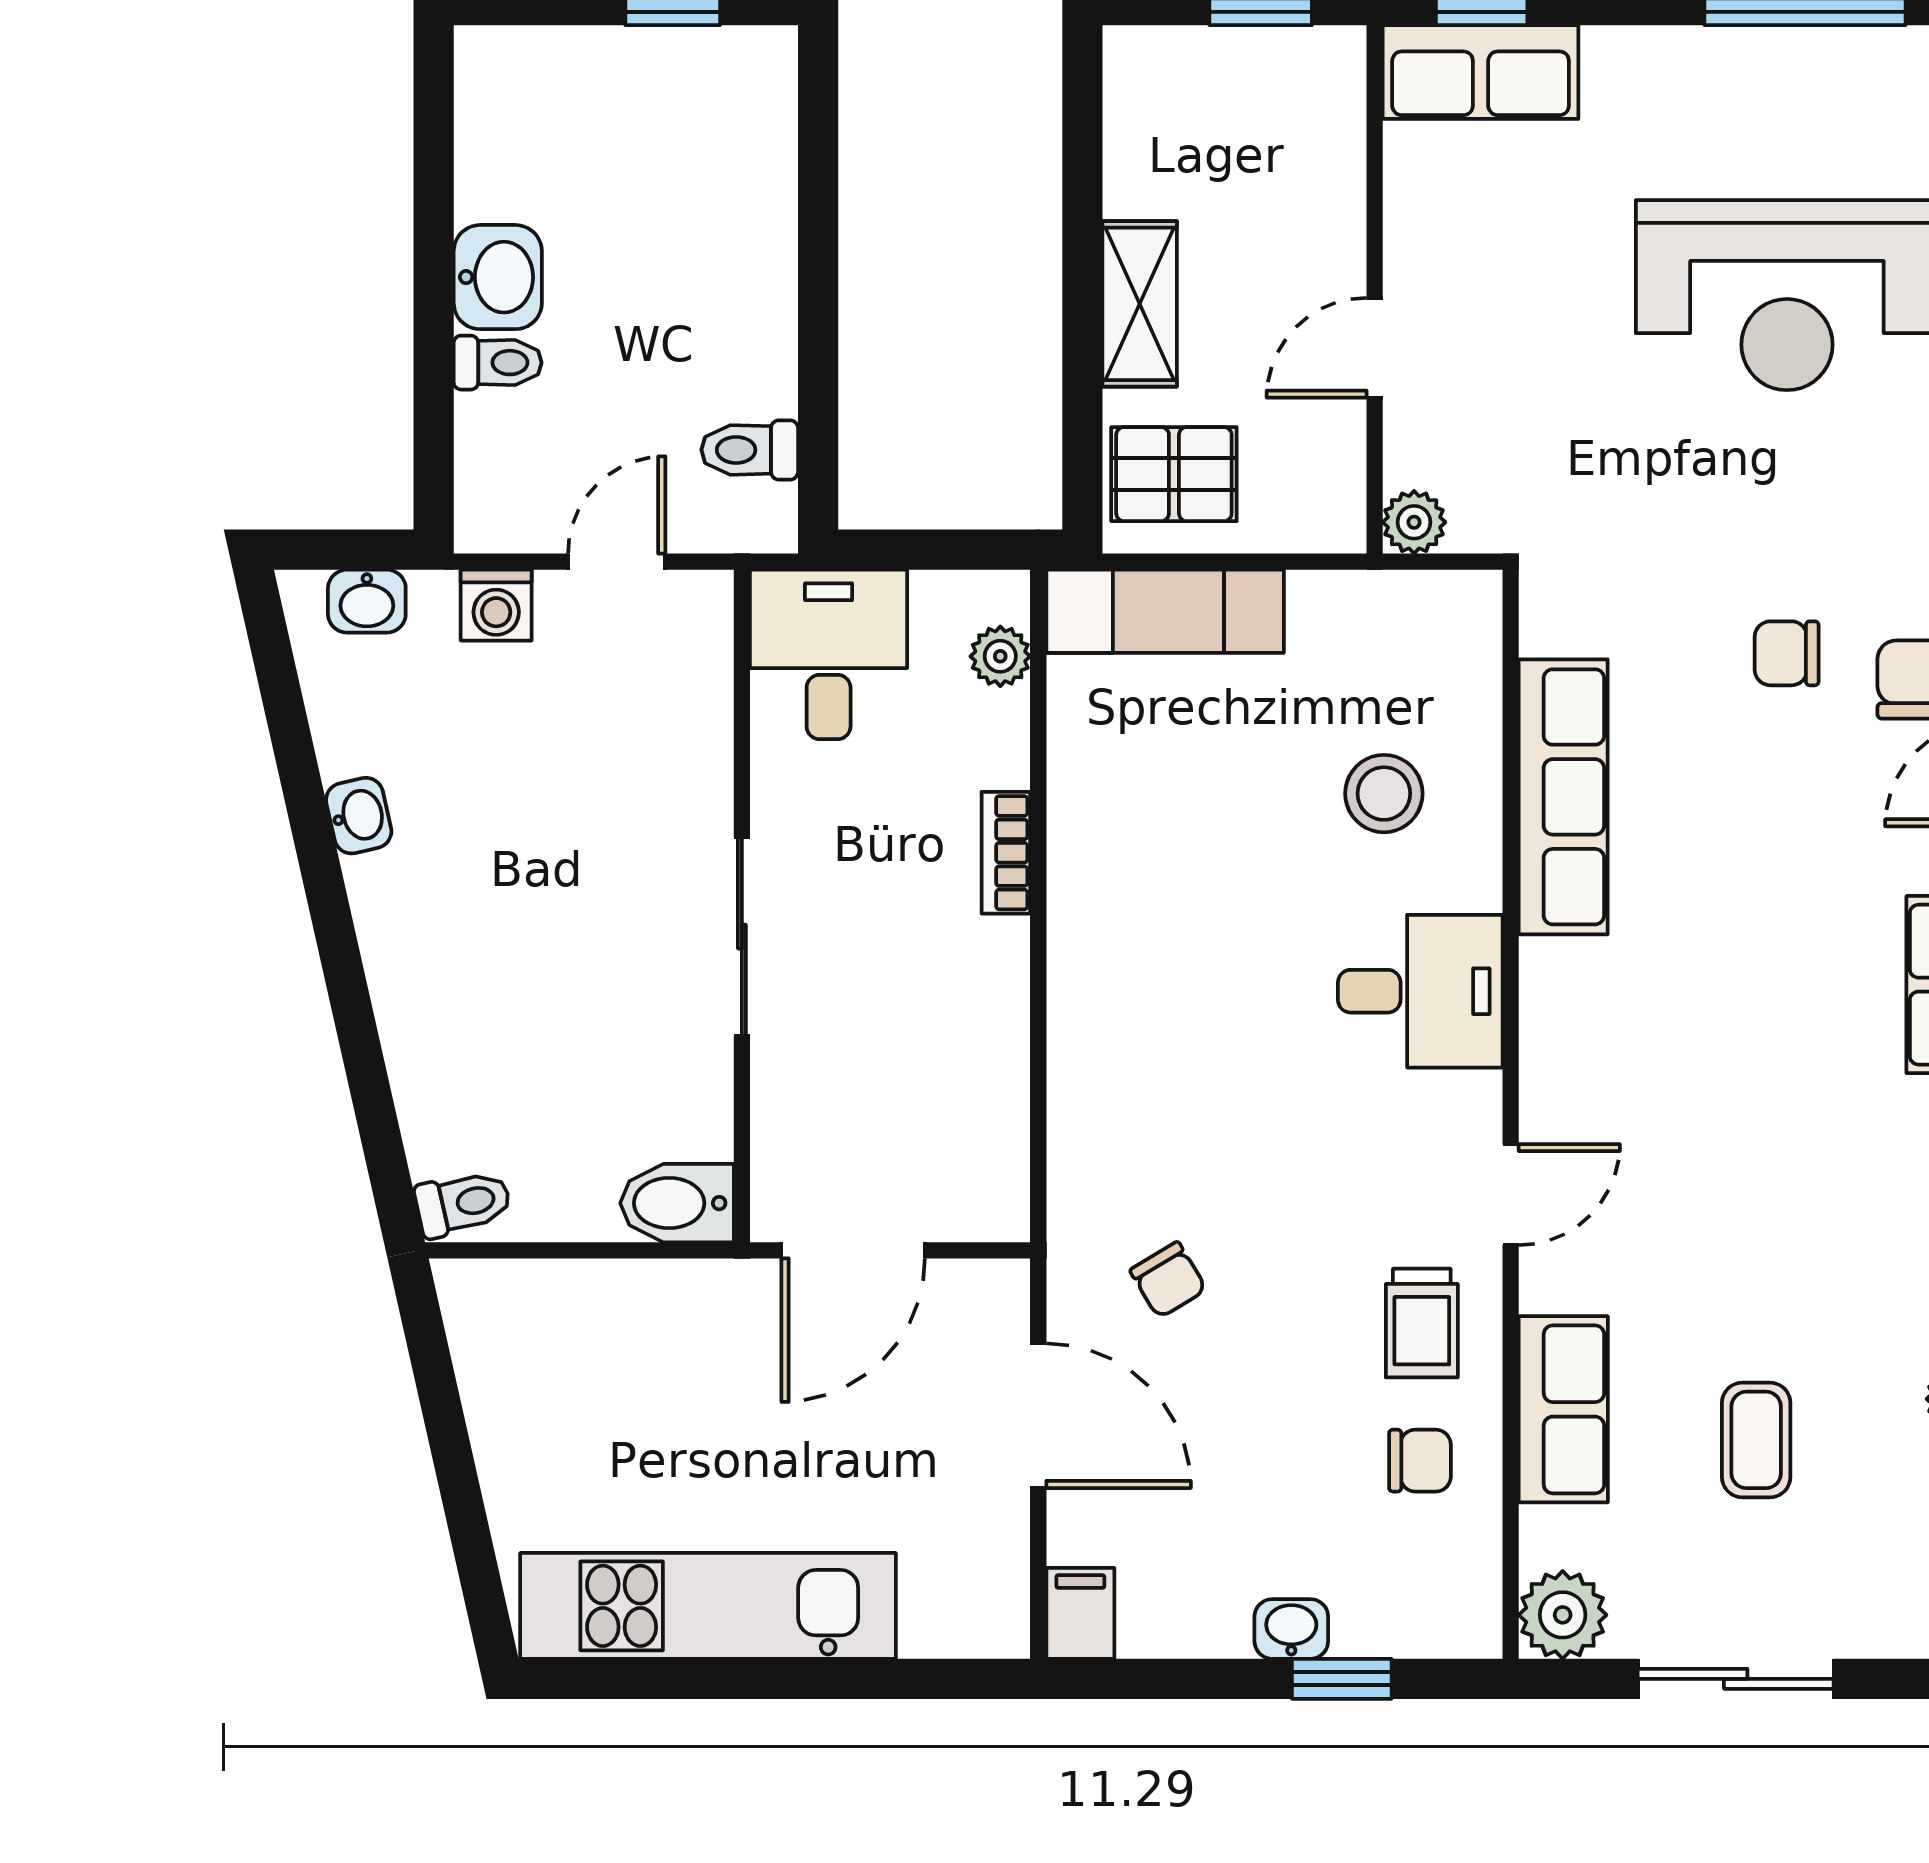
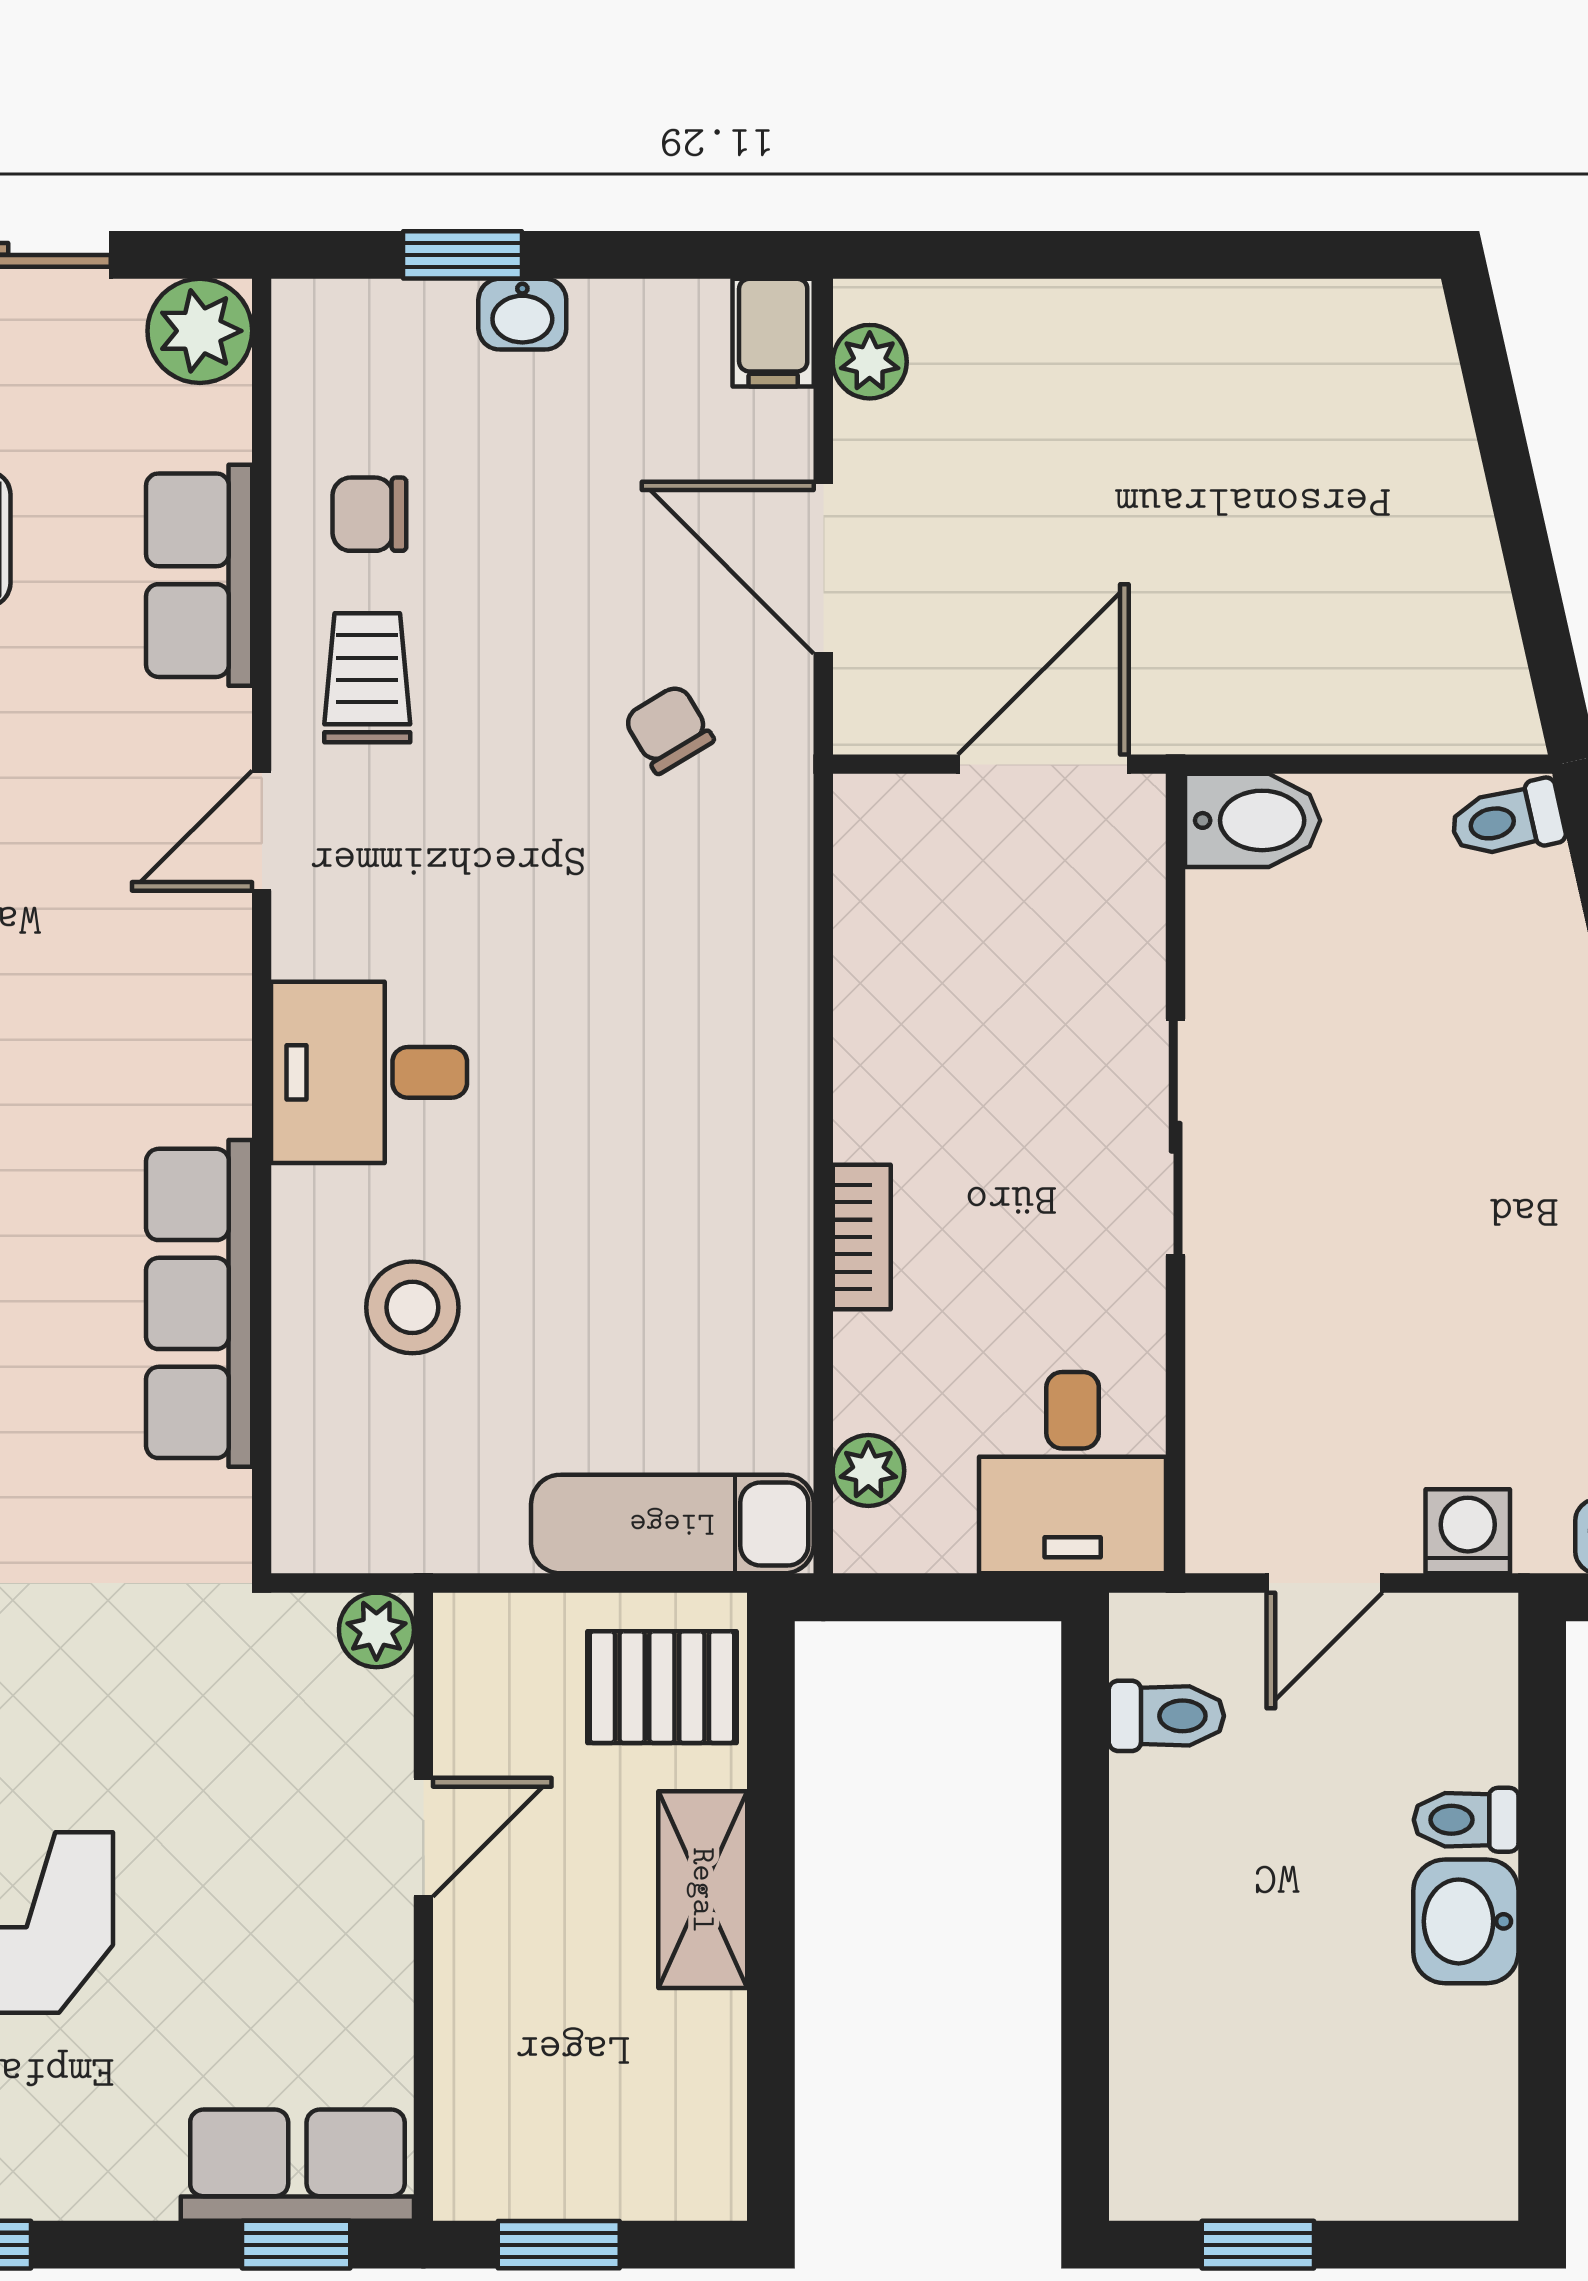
plant: (999, 1589) -> (870, 362), added
kitchen unit: (708, 1606) -> (1216, 342), removed

